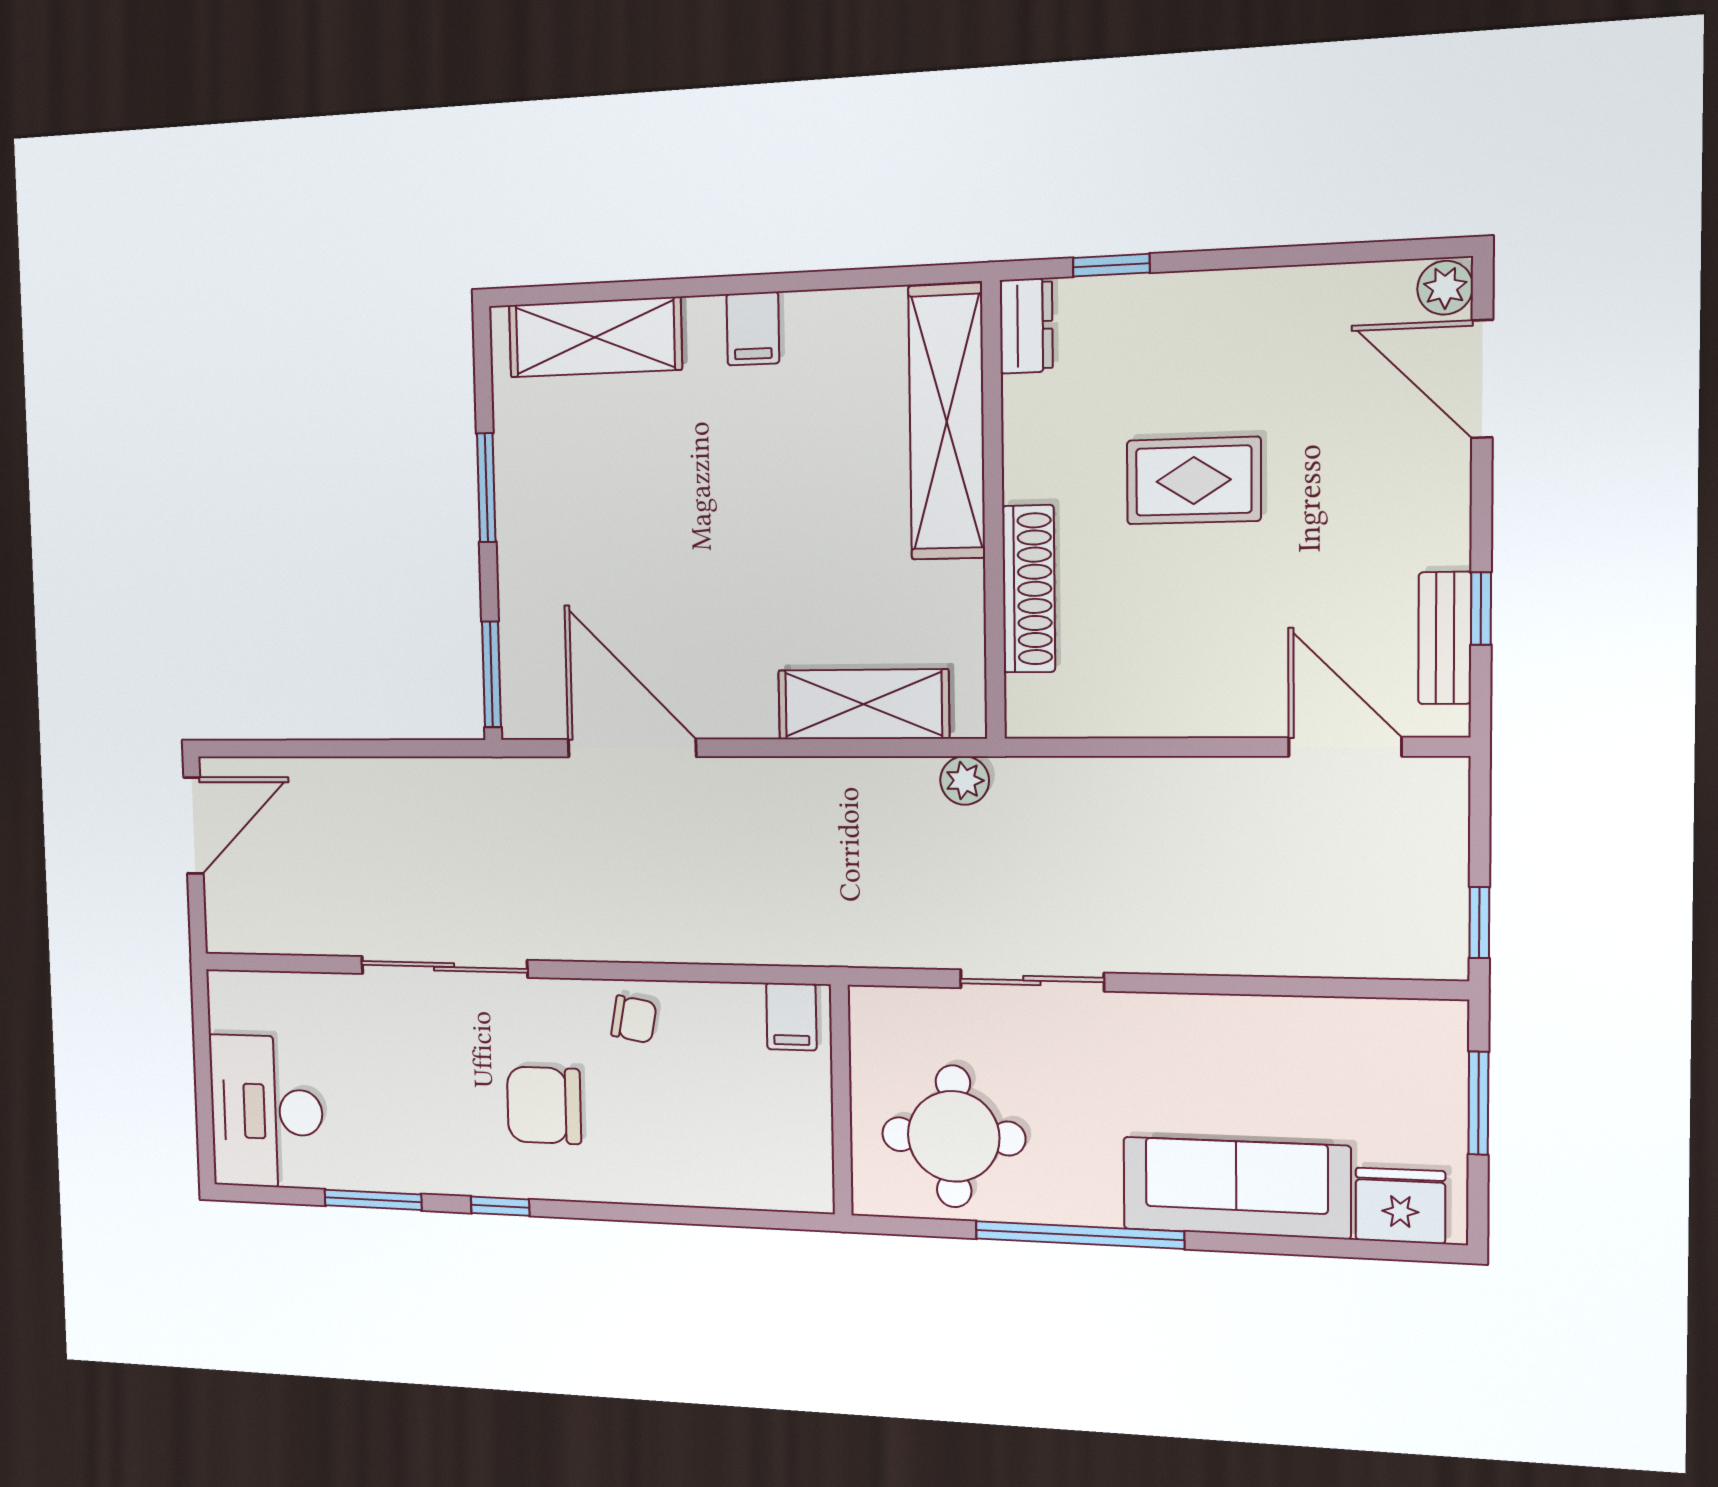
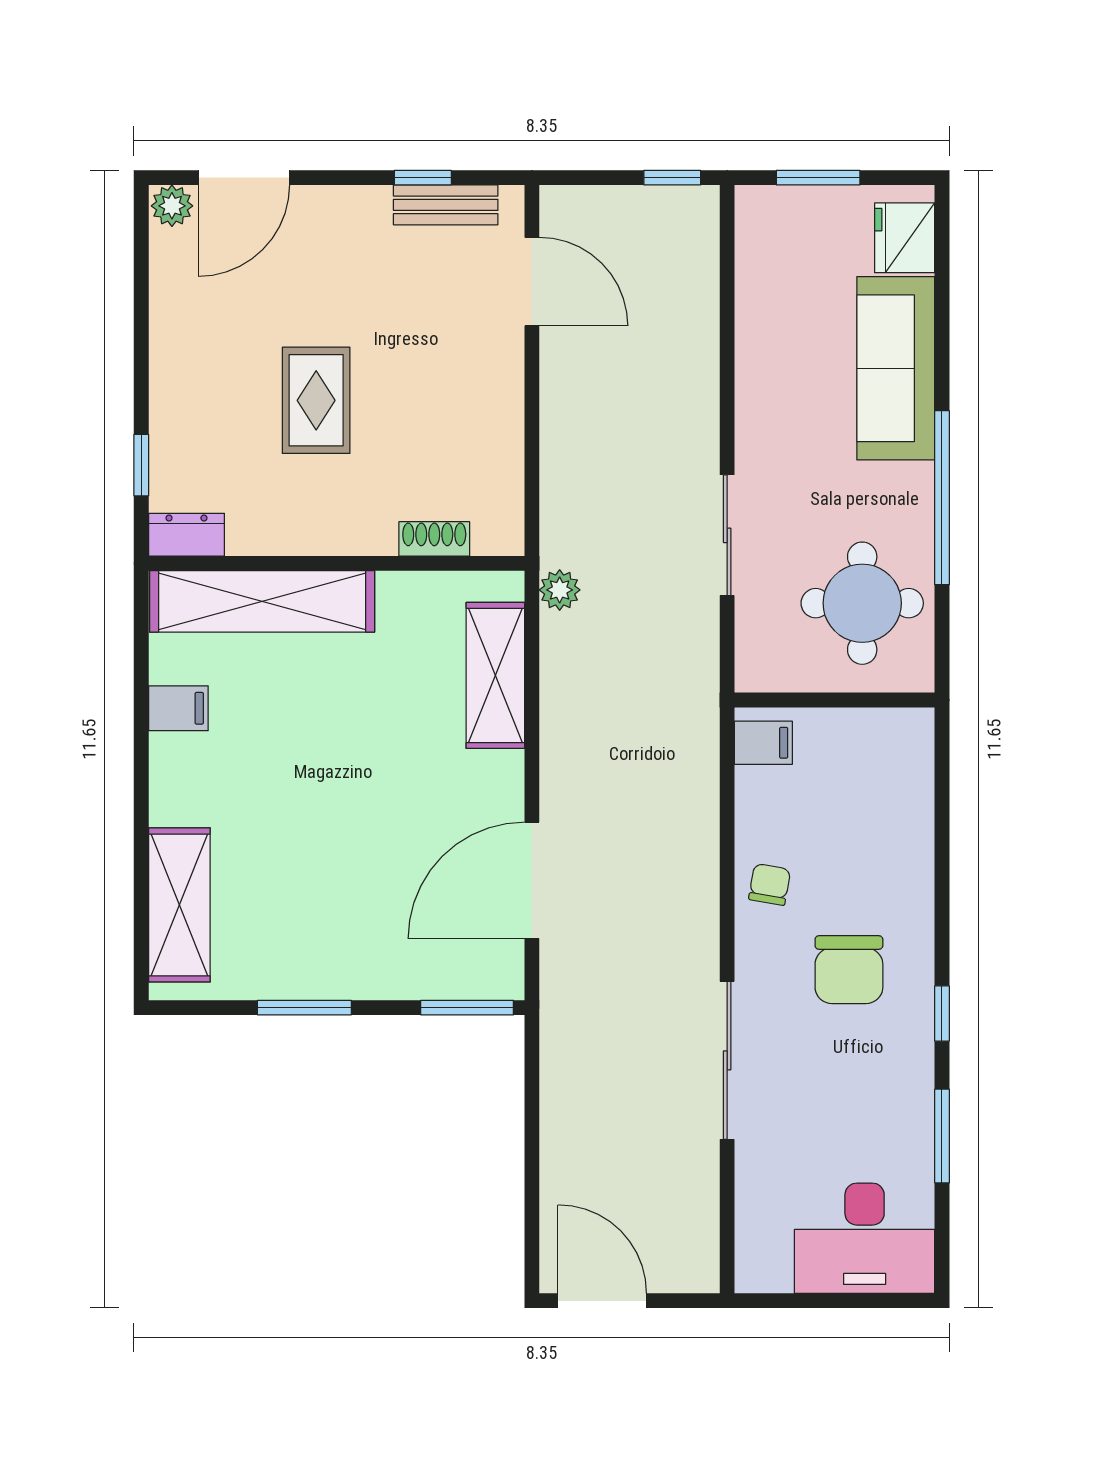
filing cabinet: (753, 329) -> (178, 708), moved
shoe rack: (1029, 589) -> (434, 539), width x0.51, depth x0.81
door: (1345, 747) -> (532, 282), swing flipped

